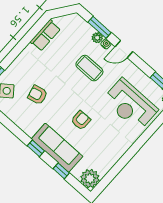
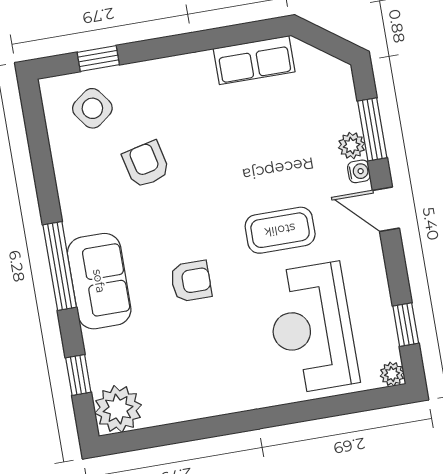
coffee table: (89, 68) -> (280, 230), moved, turned 90
window: (36, 148) -> (60, 266), width x2.17
sofa: (57, 148) -> (99, 281), width x0.73
window: (61, 171) -> (78, 375), moved

